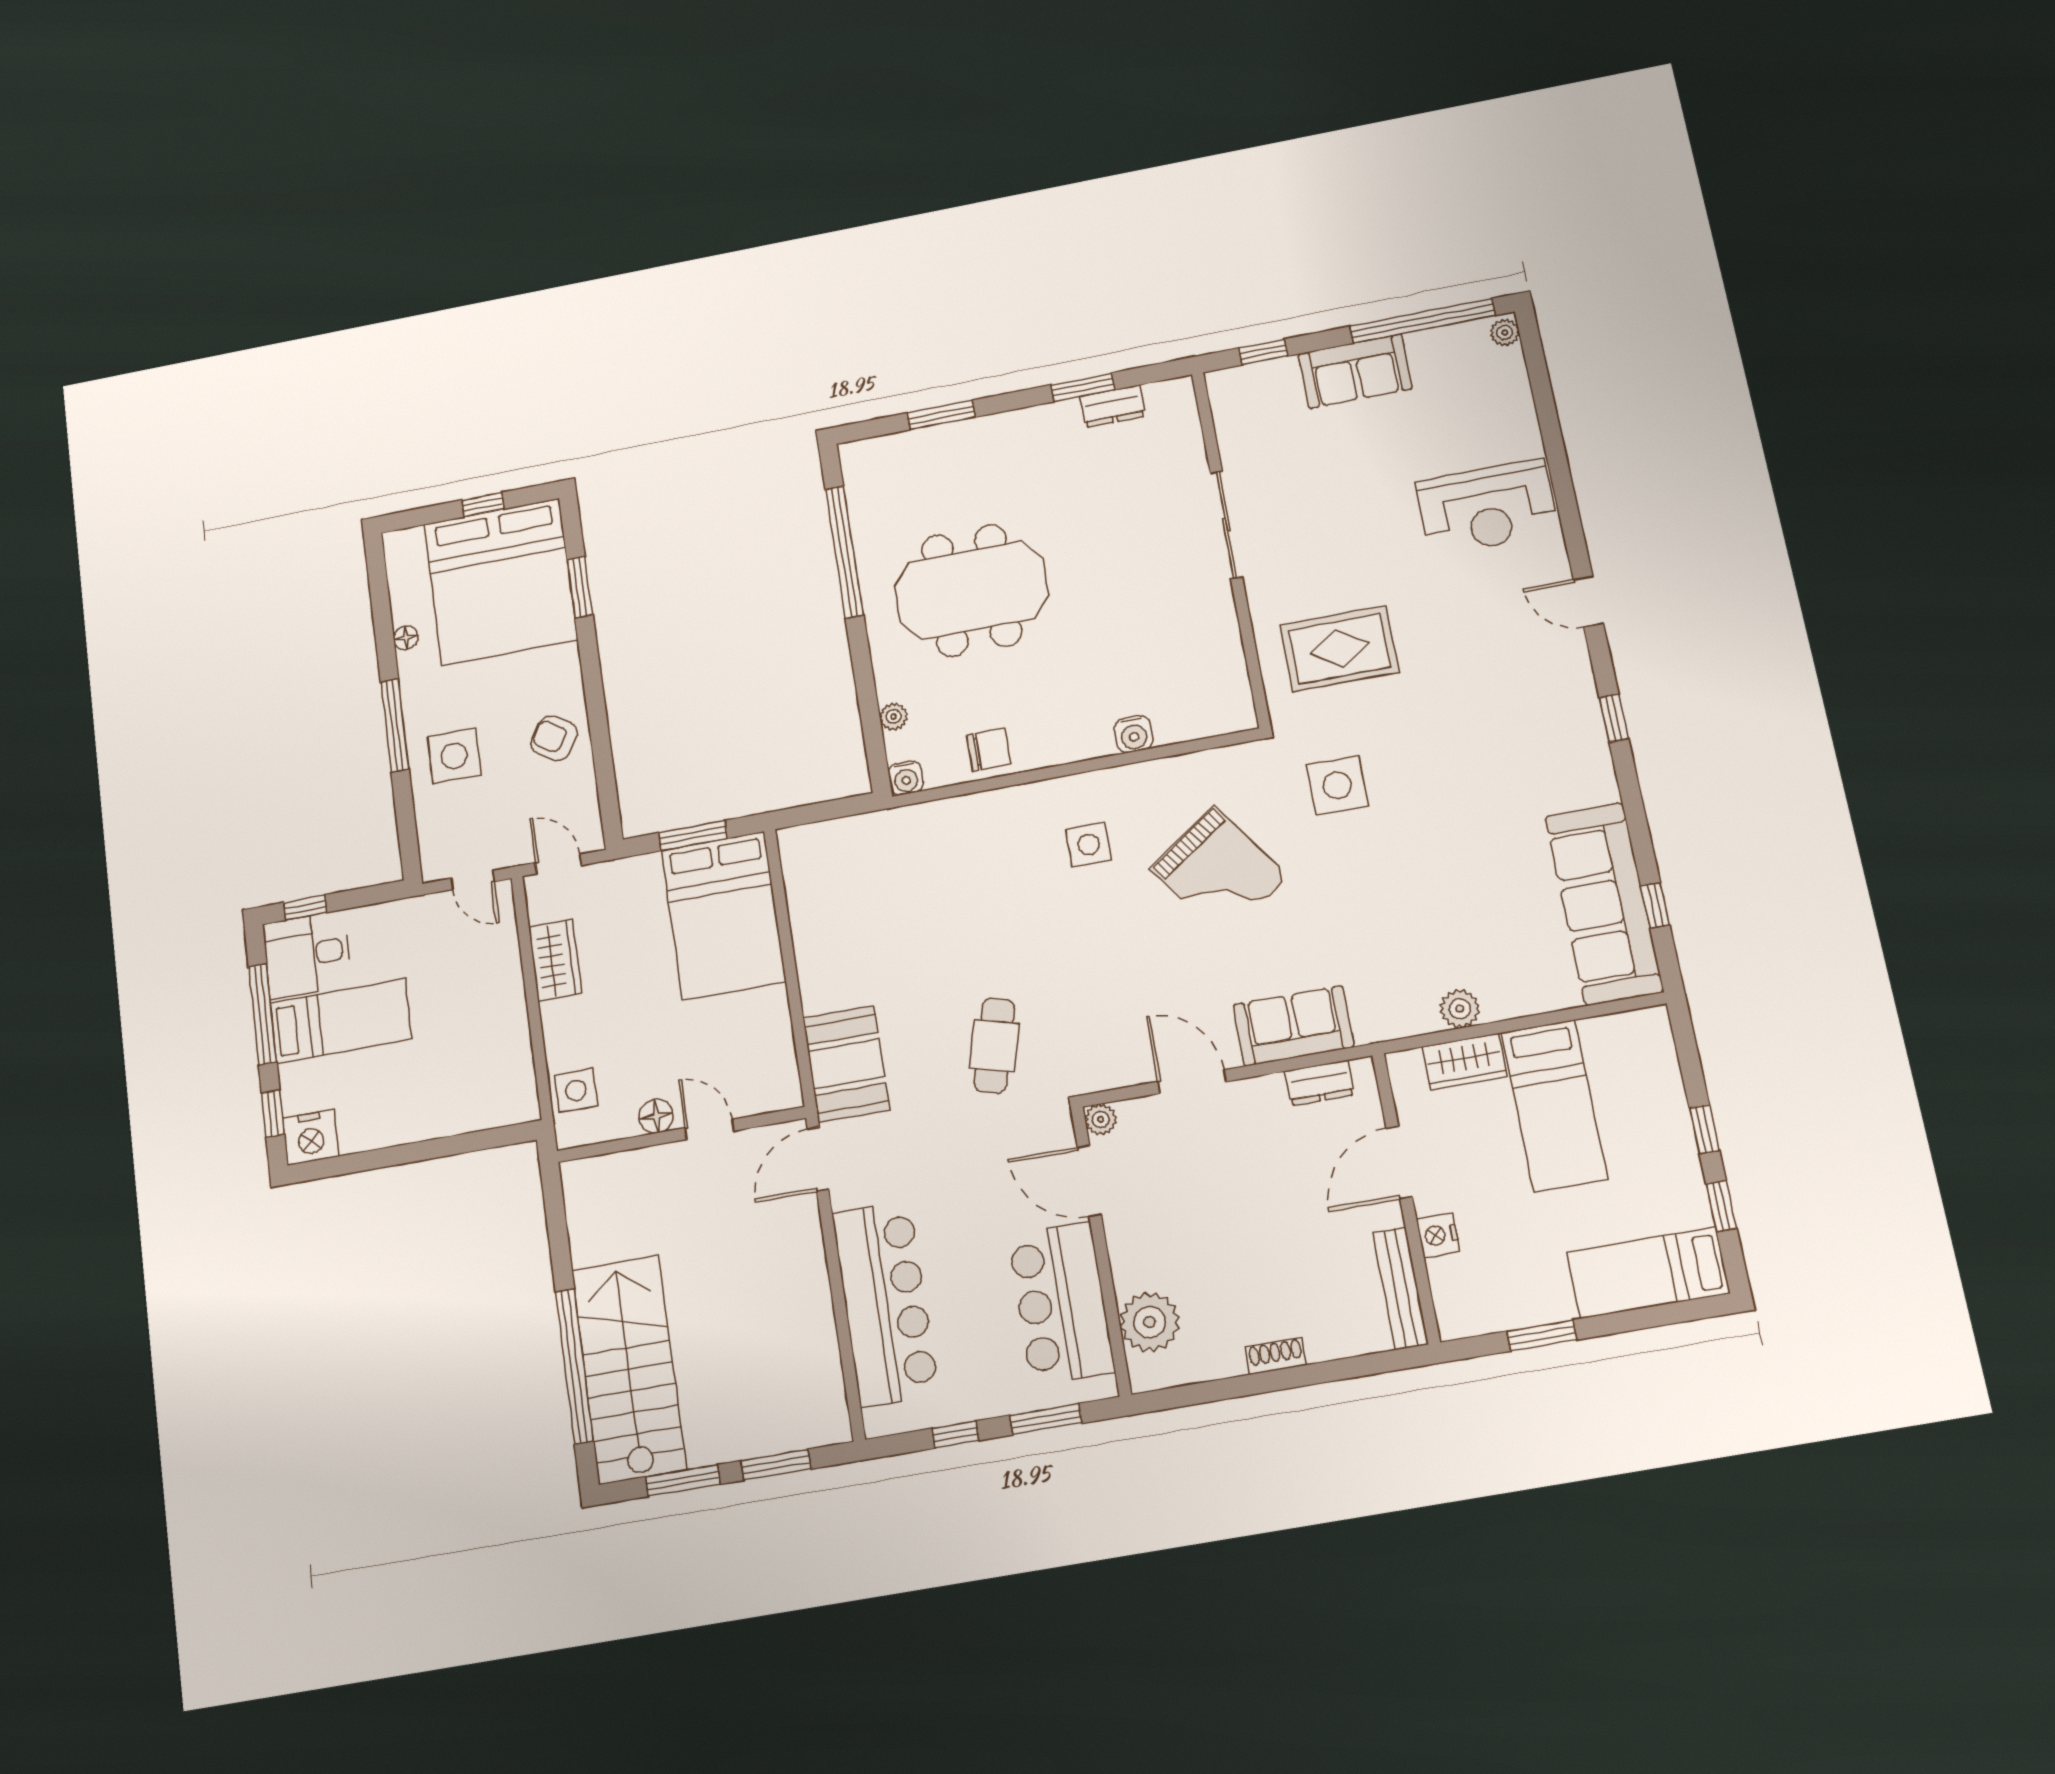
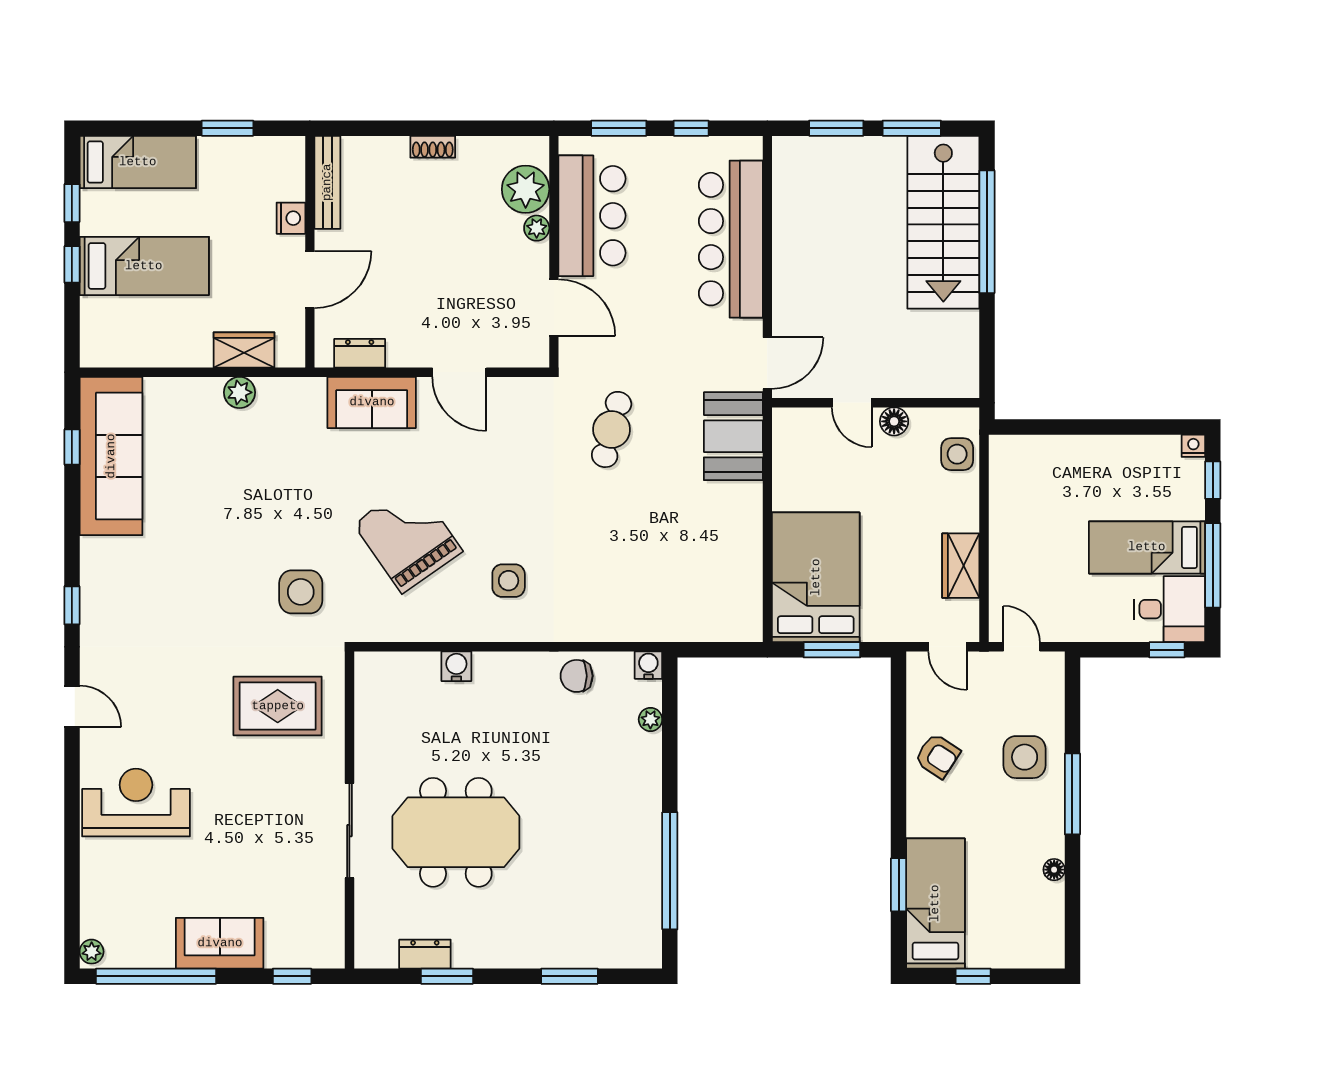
bed: (501, 582) -> (935, 903), width x0.49
meeting table: (972, 590) -> (456, 832), moved
bed: (1554, 1106) -> (144, 266), moved, turned 90
plant: (1101, 1119) -> (537, 228), moved
nightstand: (311, 1137) -> (1193, 446), width x0.53, depth x0.56

